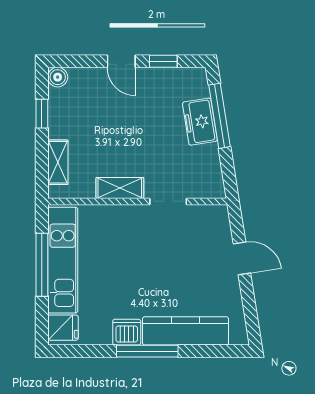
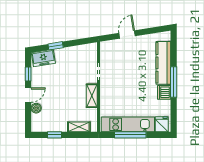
boiler: (58, 77) -> (36, 108), moved
window: (219, 116) -> (56, 46), width x0.46
freezer: (200, 122) -> (43, 58), moved

